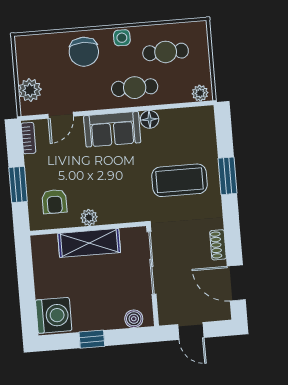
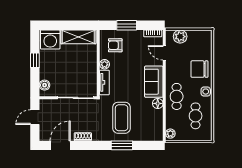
tv unit: (121, 215) -> (104, 82), added
shelving: (89, 243) -> (78, 37), moved, turned 90

